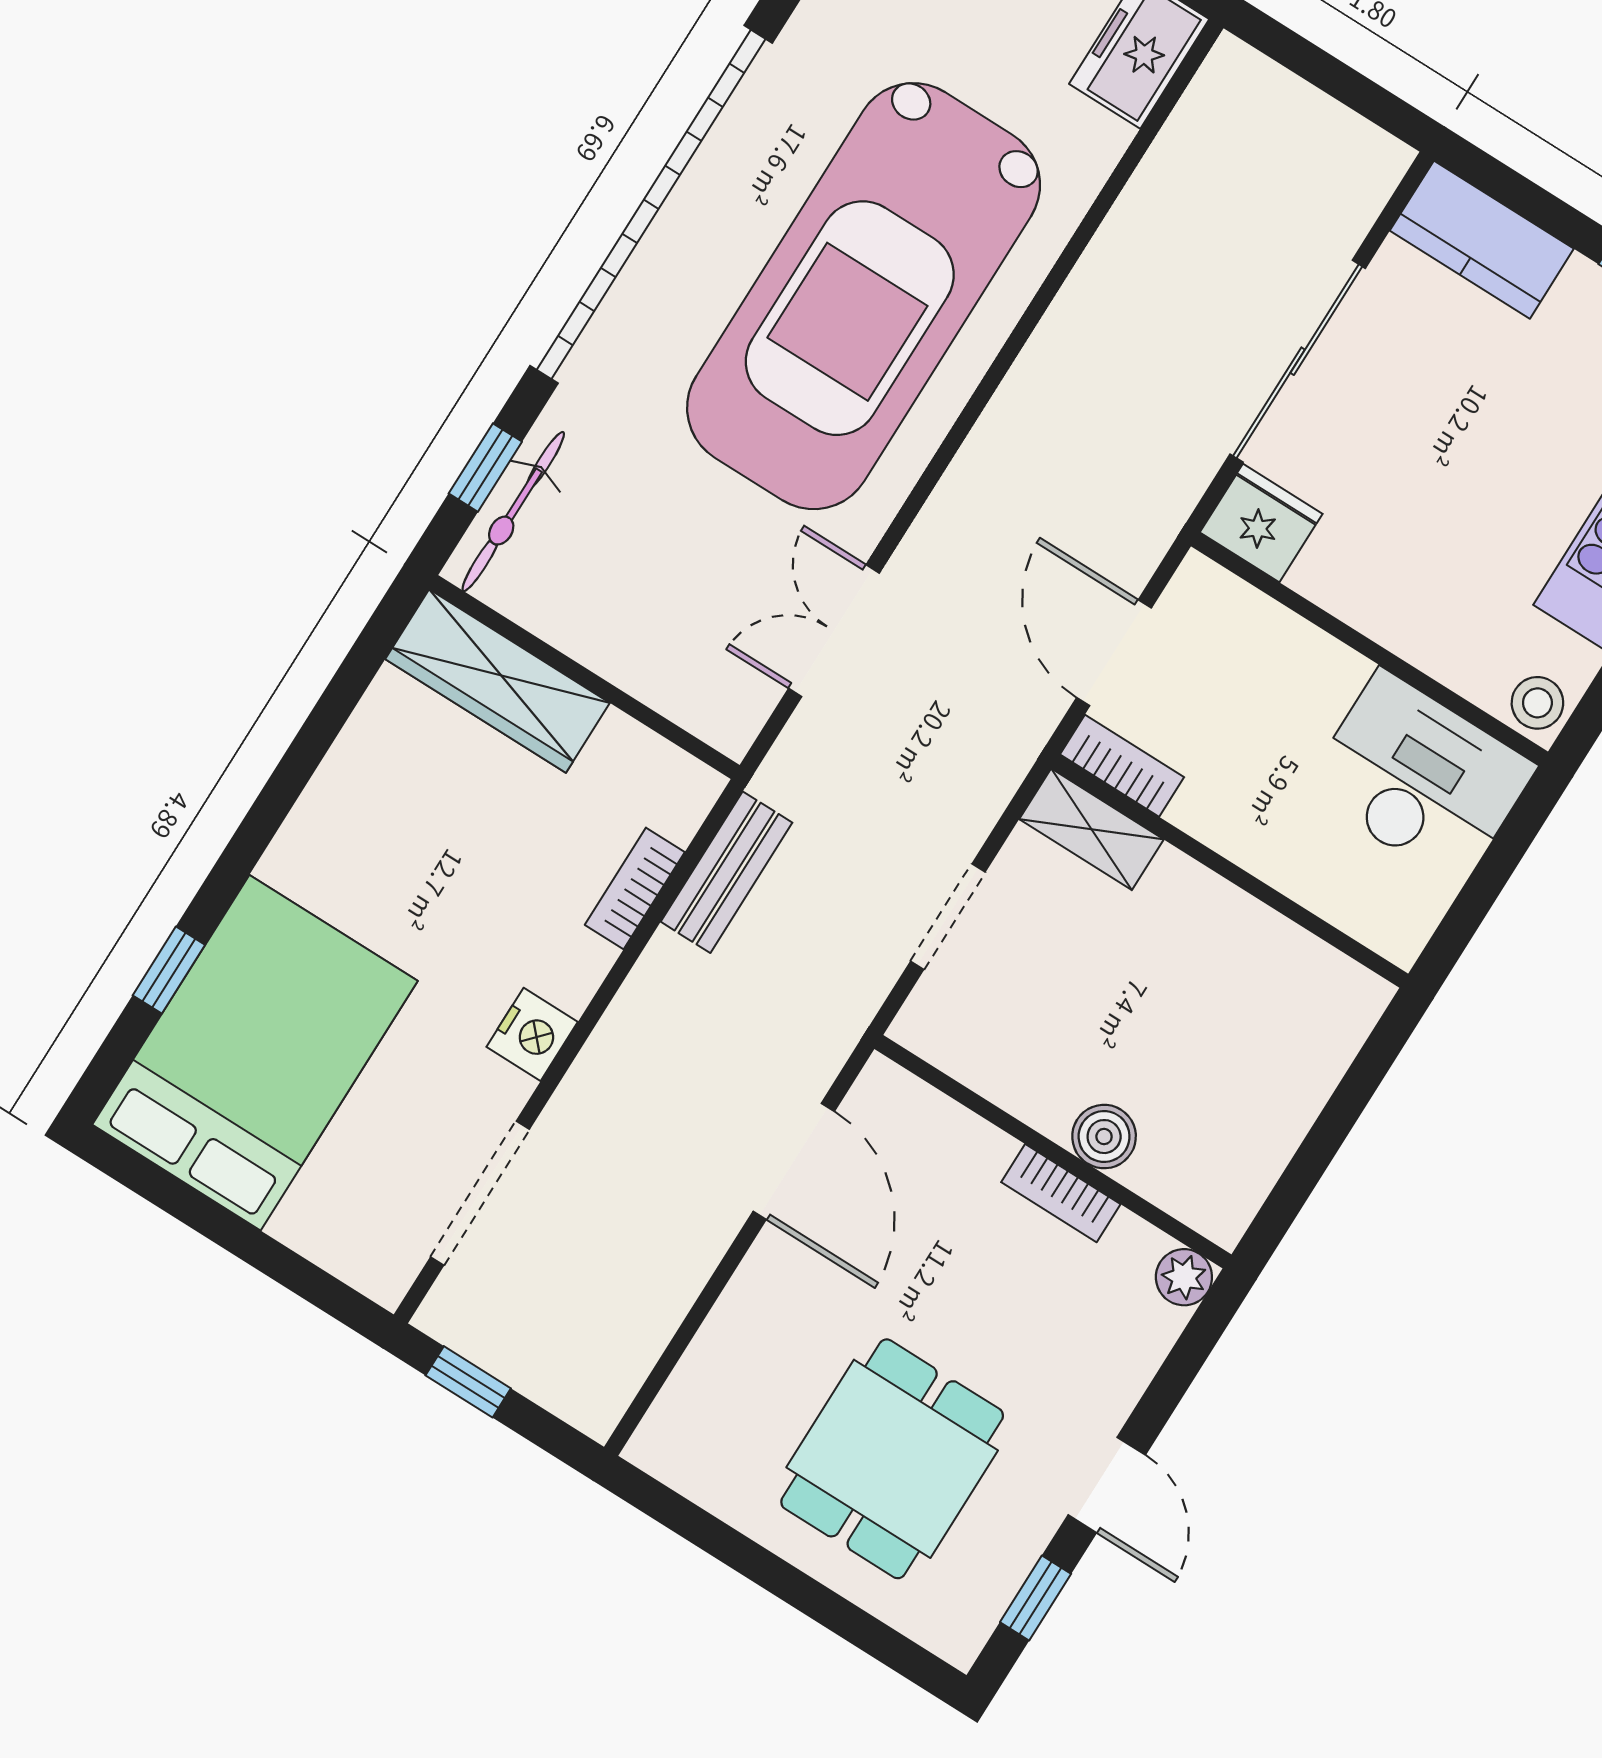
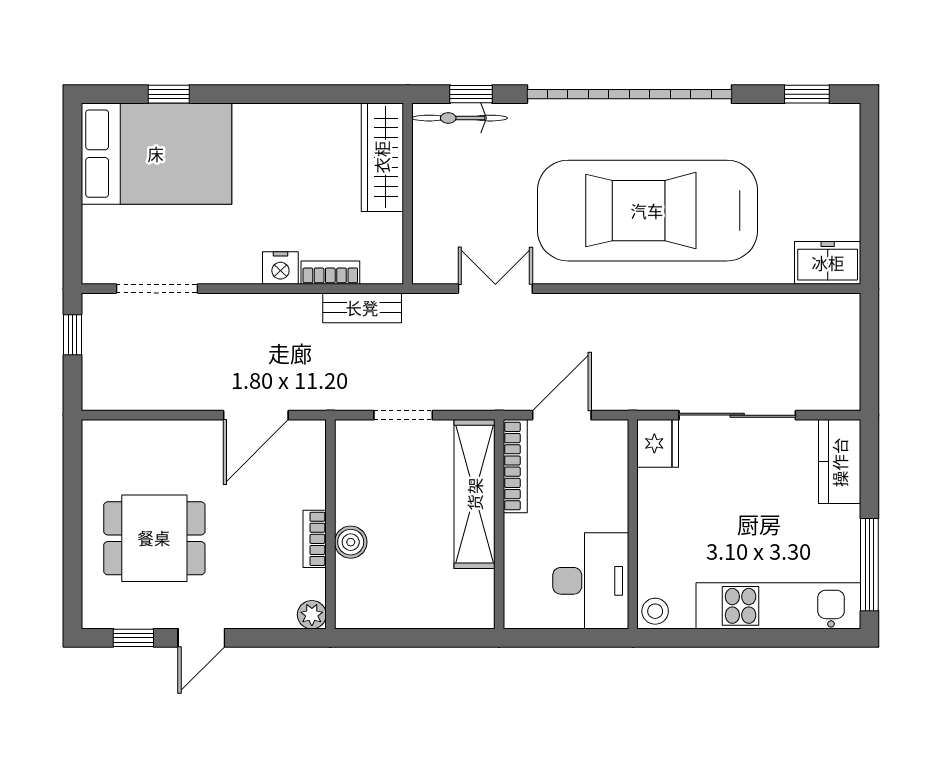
bookcase: (1122, 766) -> (515, 466), width x1.56
shelving: (1091, 829) -> (475, 494), width x2.20, depth x1.33
nightstand: (532, 1034) -> (280, 268), moved

